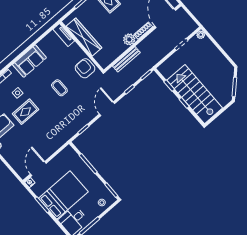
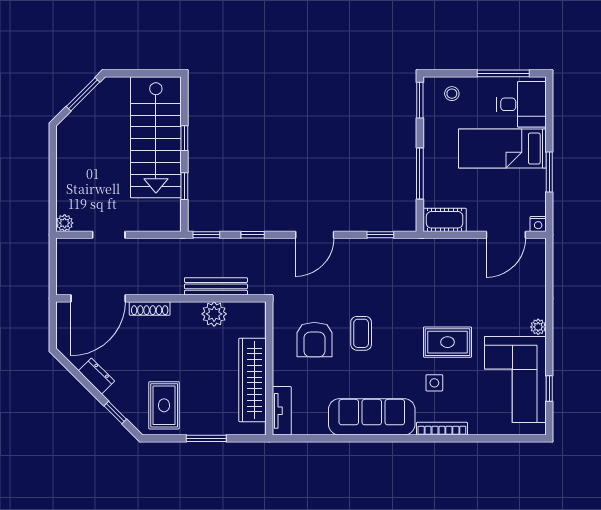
plant: (129, 39) -> (214, 314), moved
sofa: (29, 61) -> (372, 417), width x1.36
armchair: (85, 68) -> (314, 340), moved
cot: (65, 155) -> (445, 220), added
bed: (63, 195) -> (502, 149), width x0.67

